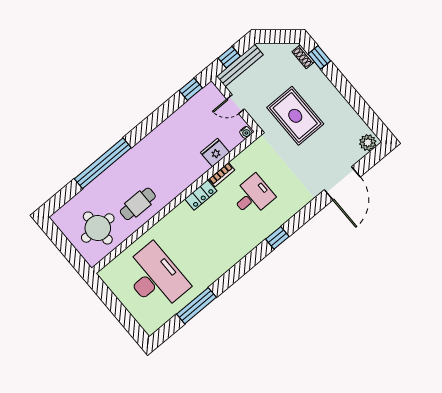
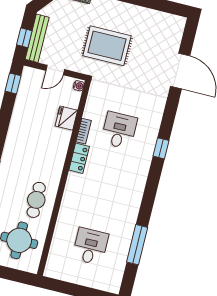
plant: (368, 143) -> (177, 26), removed
desk: (155, 278) -> (90, 246), width x0.53, depth x0.77

